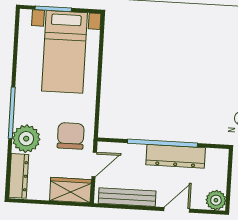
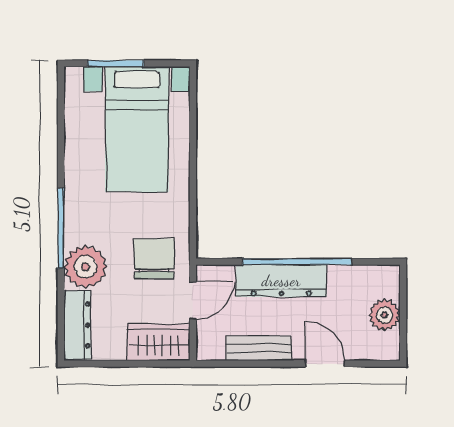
dresser: (176, 156) -> (281, 281), moved
bench: (127, 197) -> (259, 348), width x0.73
plant: (216, 200) -> (385, 315), moved
door: (177, 210) -> (325, 364), hinge flipped

